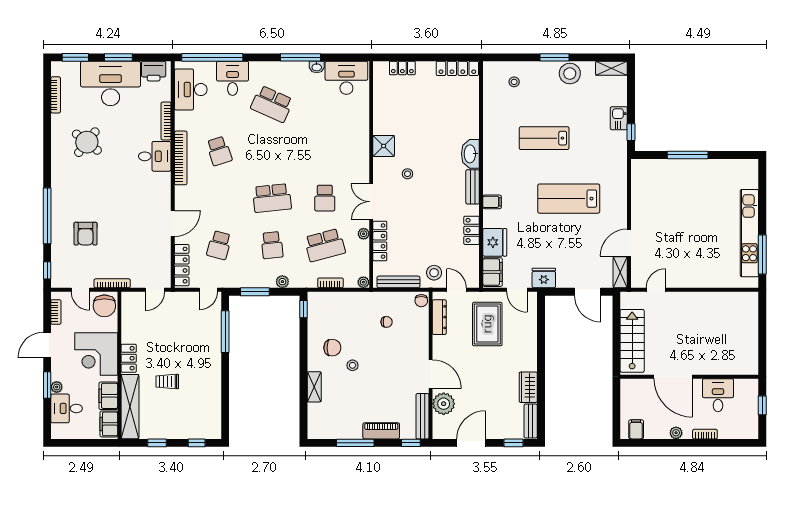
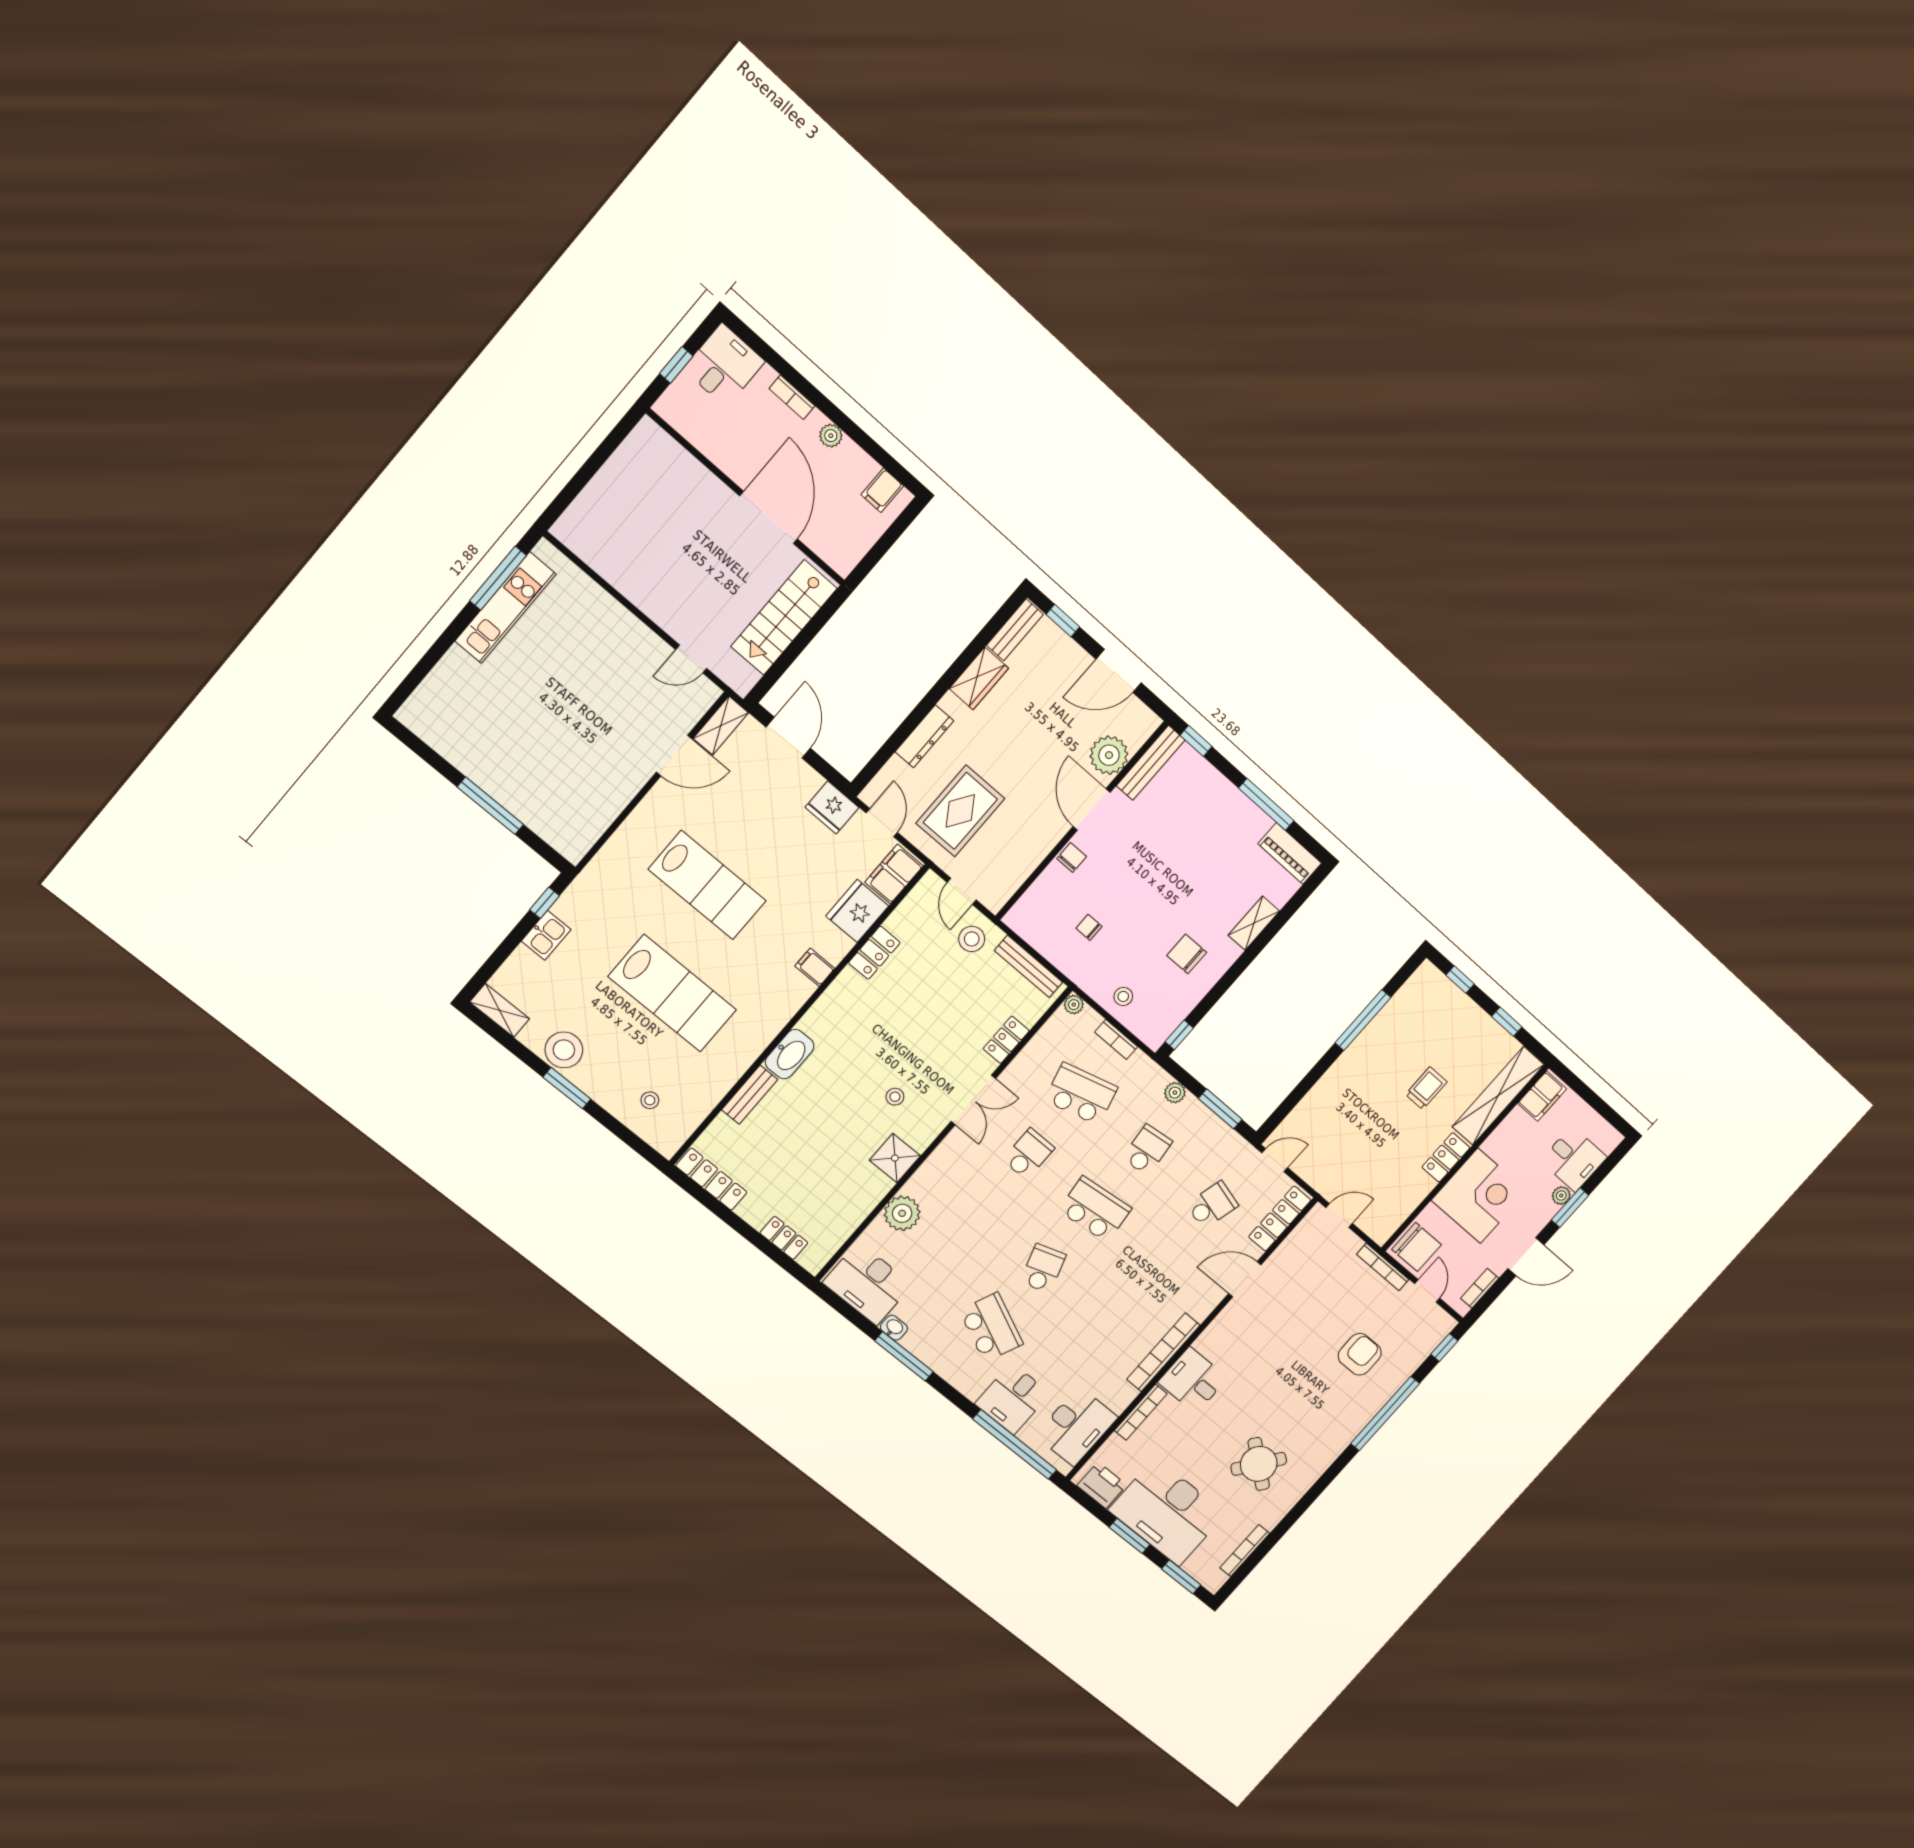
lab bench: (544, 138) -> (672, 993), width x1.36, depth x1.39
school desk: (219, 151) -> (1043, 1268), moved
bench: (473, 187) -> (750, 1095), moved
kitchen unit: (749, 233) -> (505, 608), width x0.73
plant: (364, 234) -> (902, 1213), moved, width x1.87, depth x1.87
locker: (380, 241) -> (1006, 1040), width x0.66
chair: (421, 301) -> (1072, 858), moved
chair: (104, 306) -> (1417, 1247), turned 90
dresser: (439, 317) -> (924, 736), moved, turned 180
window: (225, 332) -> (1363, 1020), moved
stool: (353, 365) -> (1123, 996), moved
trolley: (167, 381) -> (1426, 1088), turned -90
desk: (718, 395) -> (724, 365), moved, turned 180
filing cabinet: (108, 396) -> (1511, 1132), removed
piano: (381, 431) -> (1290, 853), moved

